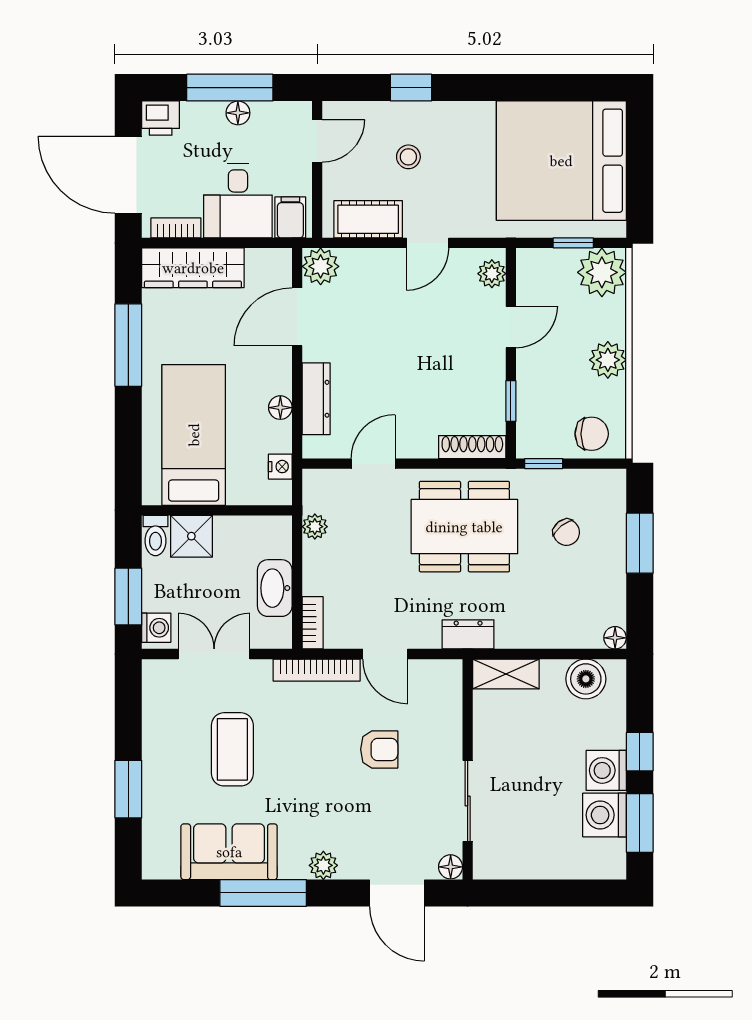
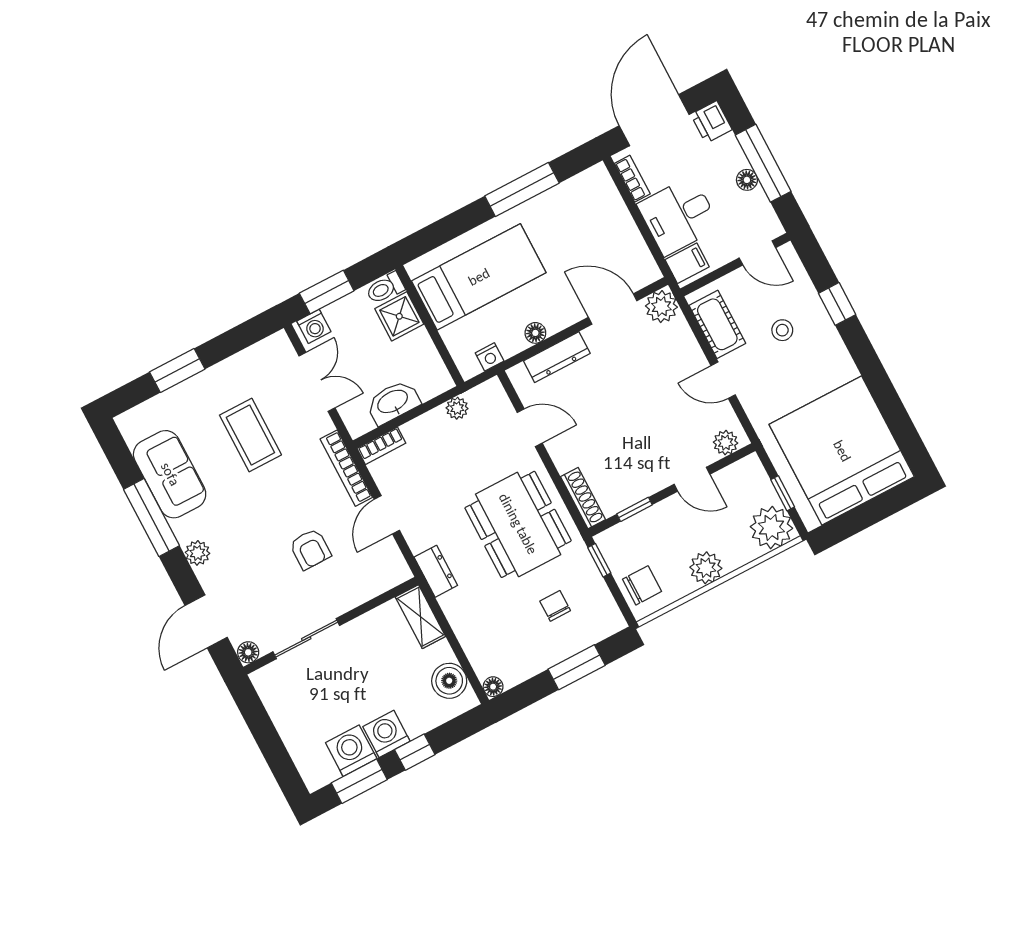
wardrobe: (193, 268) -> (608, 208), removed
chair: (592, 434) -> (642, 585), turned -90
chair: (566, 532) -> (555, 606), turned 129
coffee table: (232, 749) -> (250, 435), turned 90

